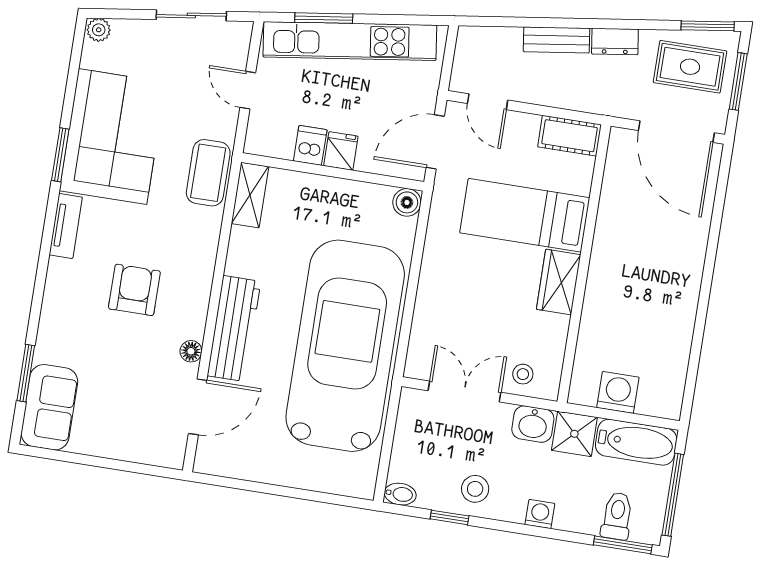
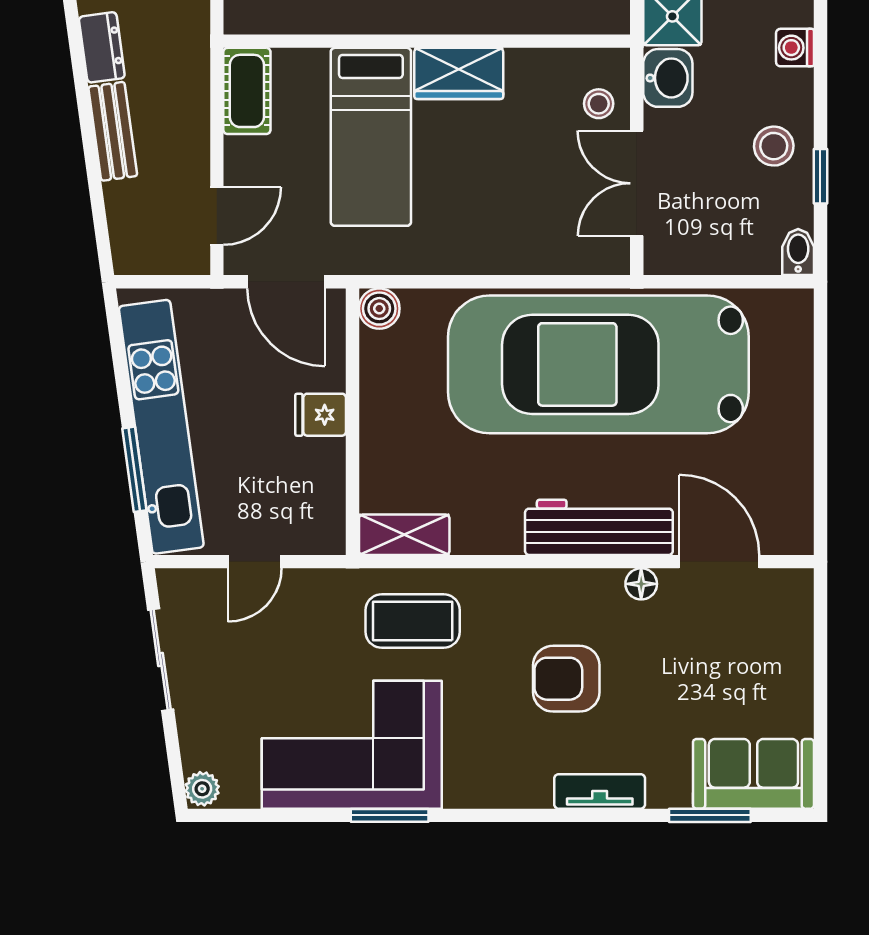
dishwasher: (310, 145) -> (320, 460), removed
coffee table: (208, 173) -> (413, 621), moved
tv unit: (66, 226) -> (600, 791), moved

